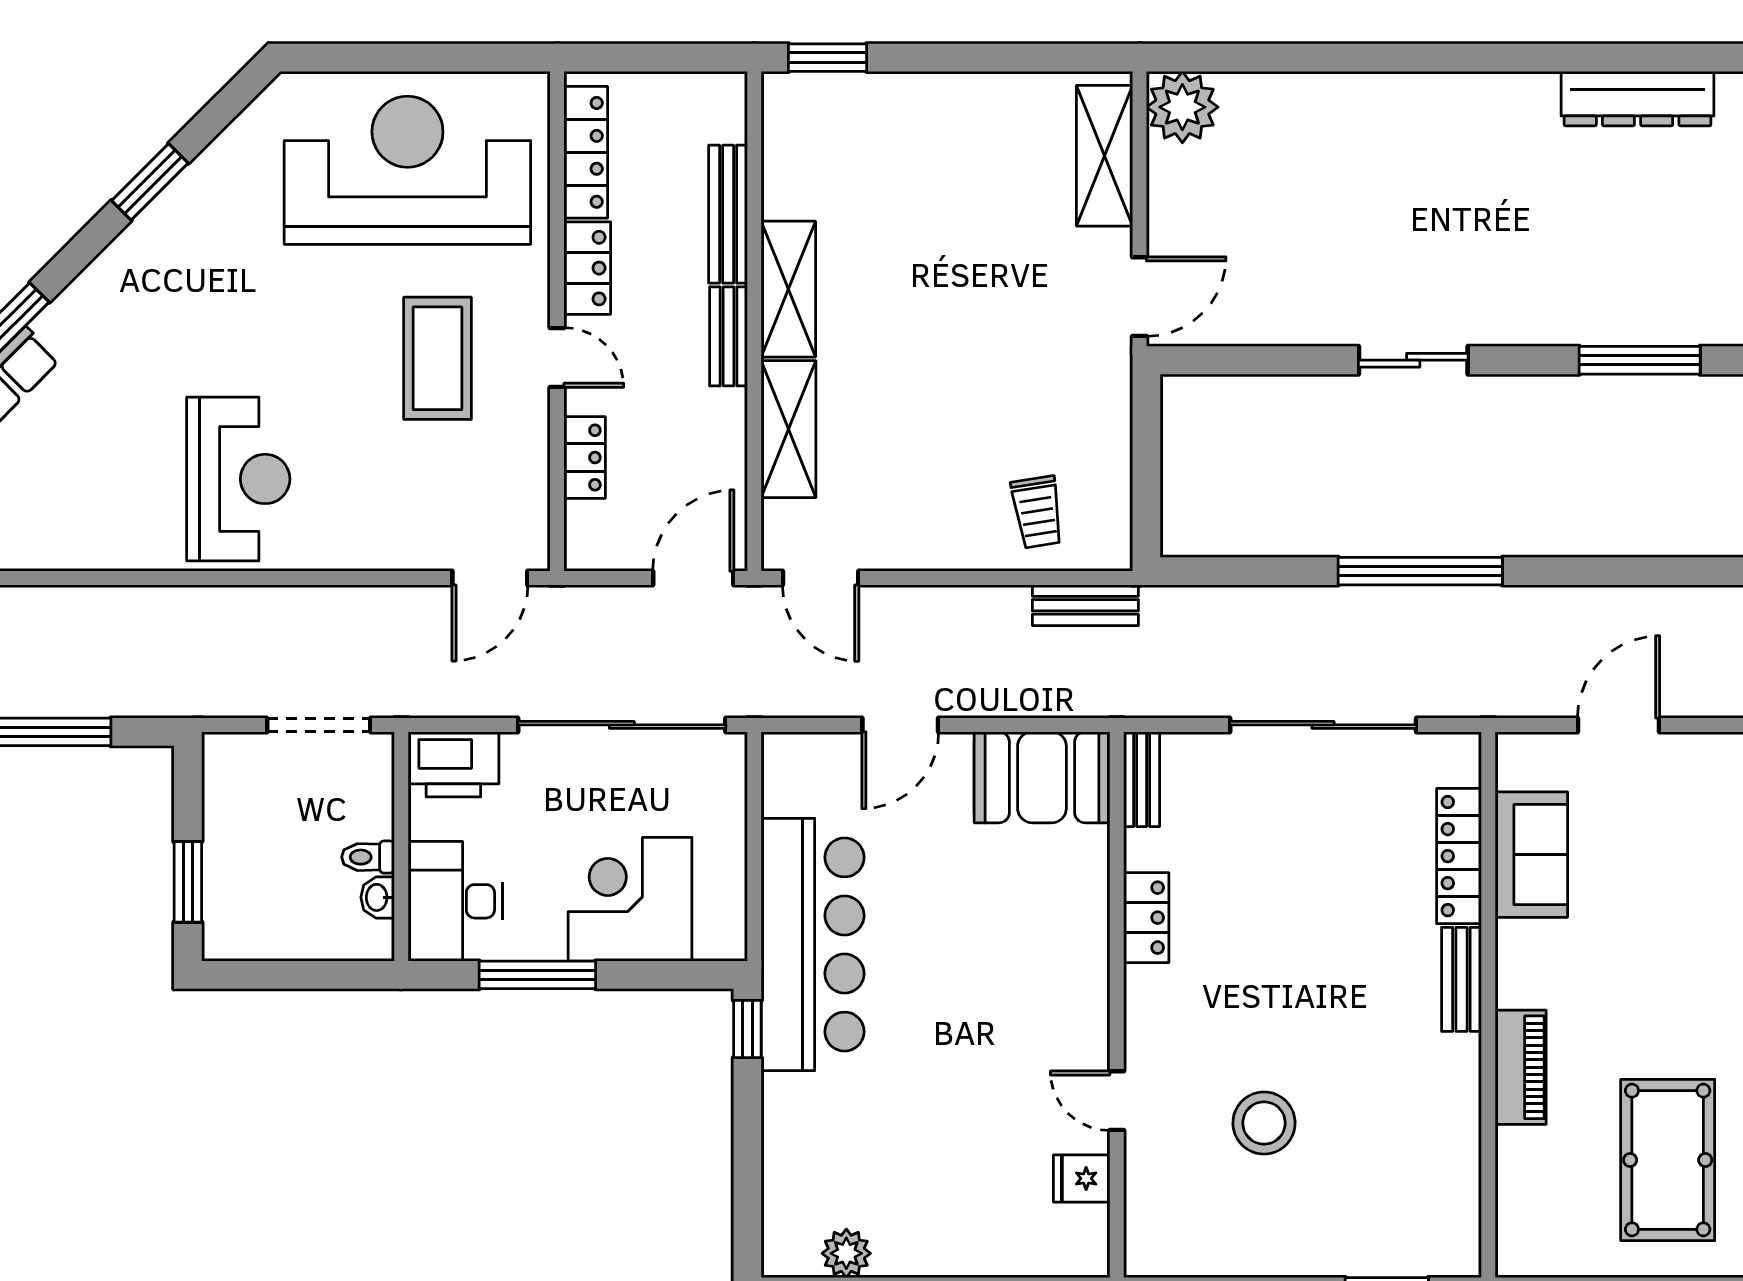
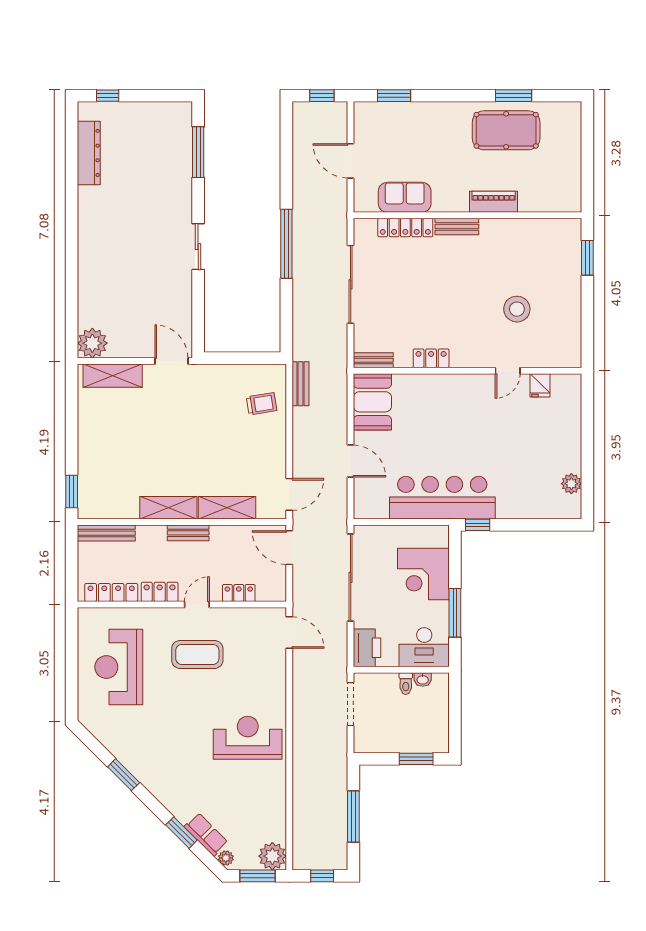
reception desk: (407, 170) -> (119, 667), width x0.74, depth x0.77
bench: (728, 214) -> (106, 533), moved
pool table: (1668, 1160) -> (506, 130), moved

